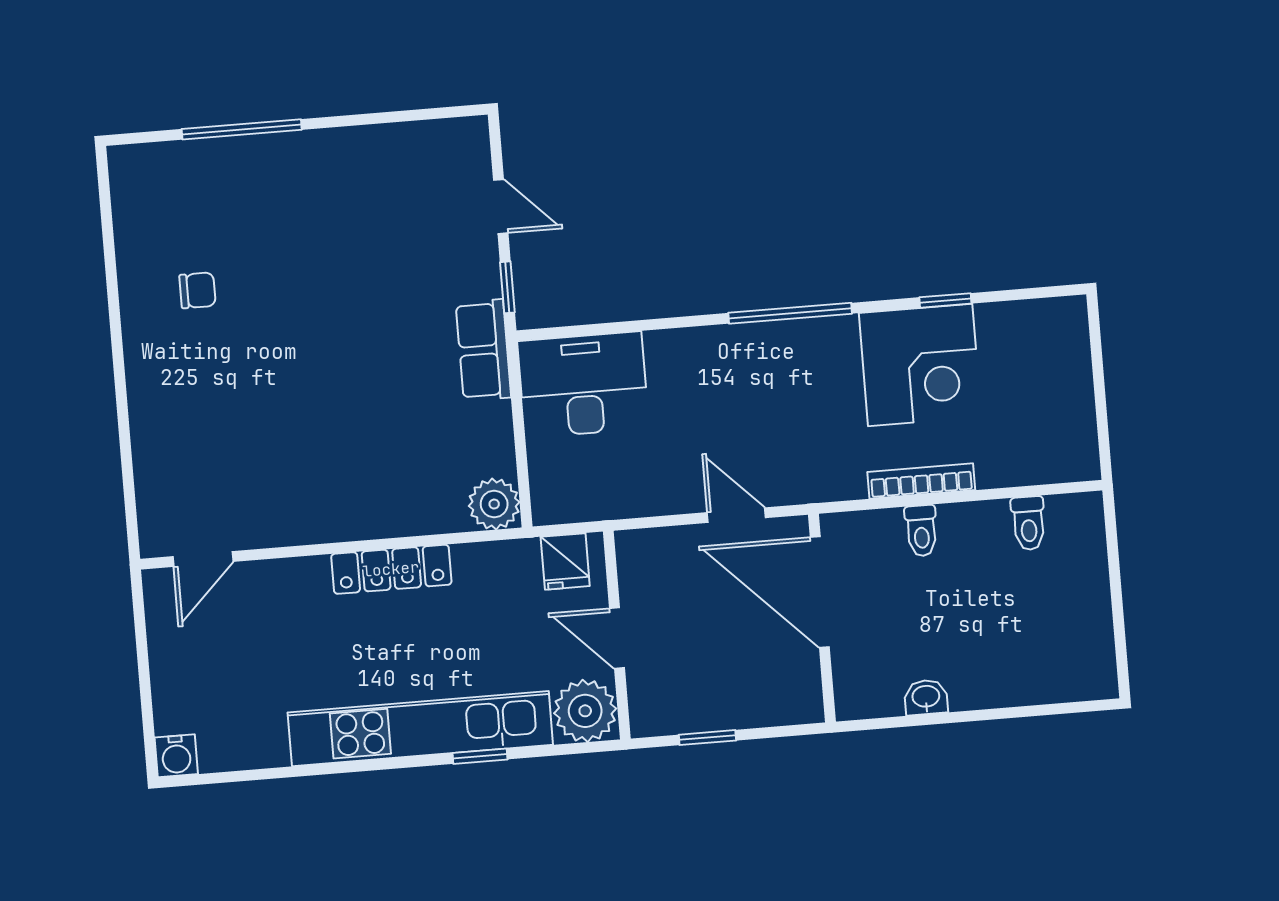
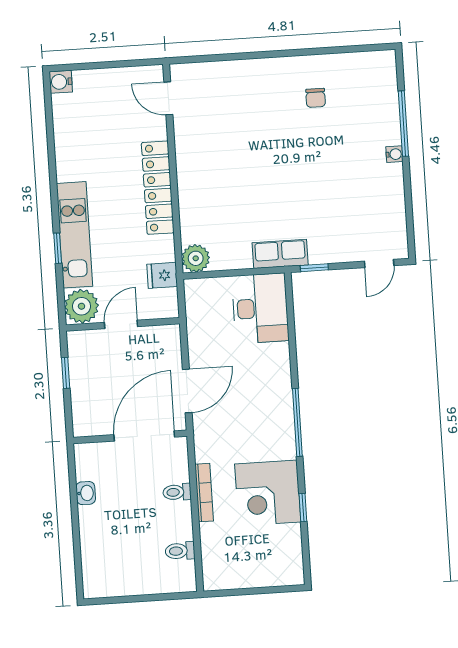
water cooler: (298, 145) -> (394, 154), added
door: (501, 206) -> (379, 263), moved
door: (736, 515) -> (187, 391), width x1.38
fridge: (565, 561) -> (162, 275), moved
locker: (391, 569) -> (158, 188), width x1.41, depth x1.21
kitchen unit: (420, 729) -> (75, 235), width x0.73

